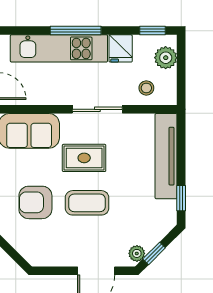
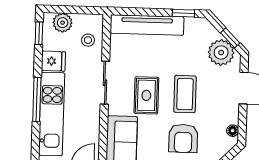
plant: (137, 253) -> (221, 53), width x1.87, depth x1.87
floor lamp: (46, 260) -> (233, 131), added

